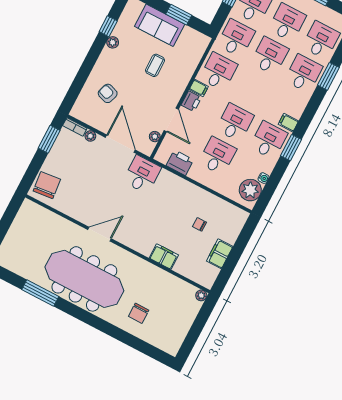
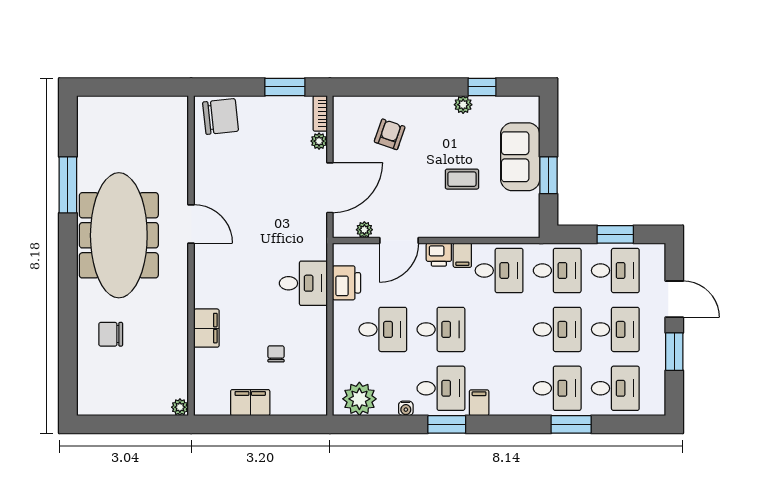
desk: (142, 174) -> (303, 283), moved
water cooler: (264, 178) -> (406, 408), moved

